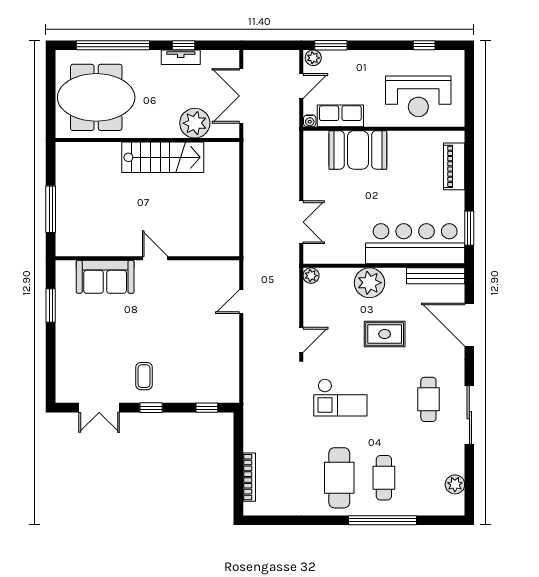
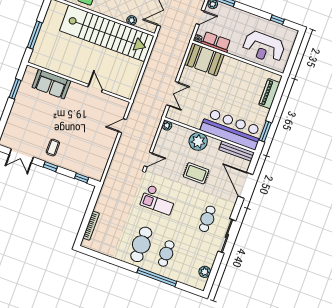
plant: (195, 123) -> (132, 20), width x0.53, depth x0.53
booth: (358, 150) -> (204, 59), moved
stairs: (163, 157) -> (107, 33), width x1.86, depth x1.51
door: (155, 258) -> (95, 88), moved

